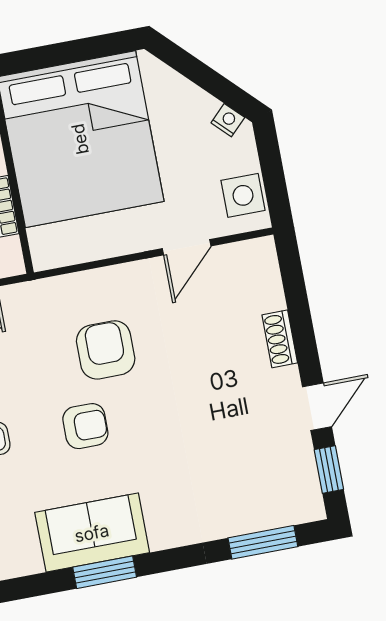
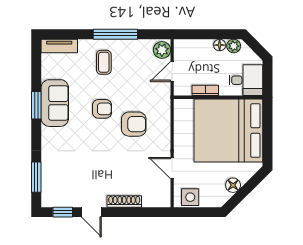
floor lamp: (199, 106) -> (233, 185), added
nightstand: (228, 120) -> (224, 197), removed
shoe rack: (280, 339) -> (124, 201), width x1.43
armchair: (85, 426) -> (102, 109), turned -90

